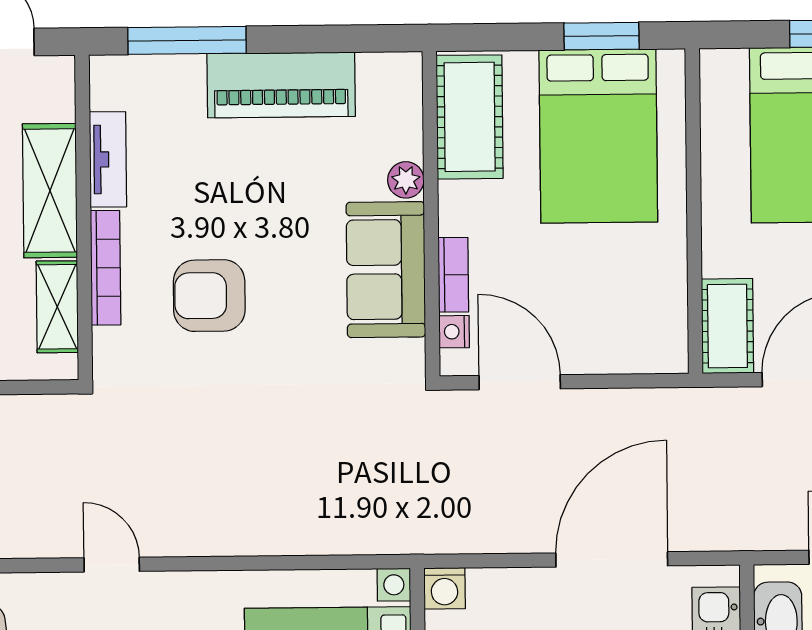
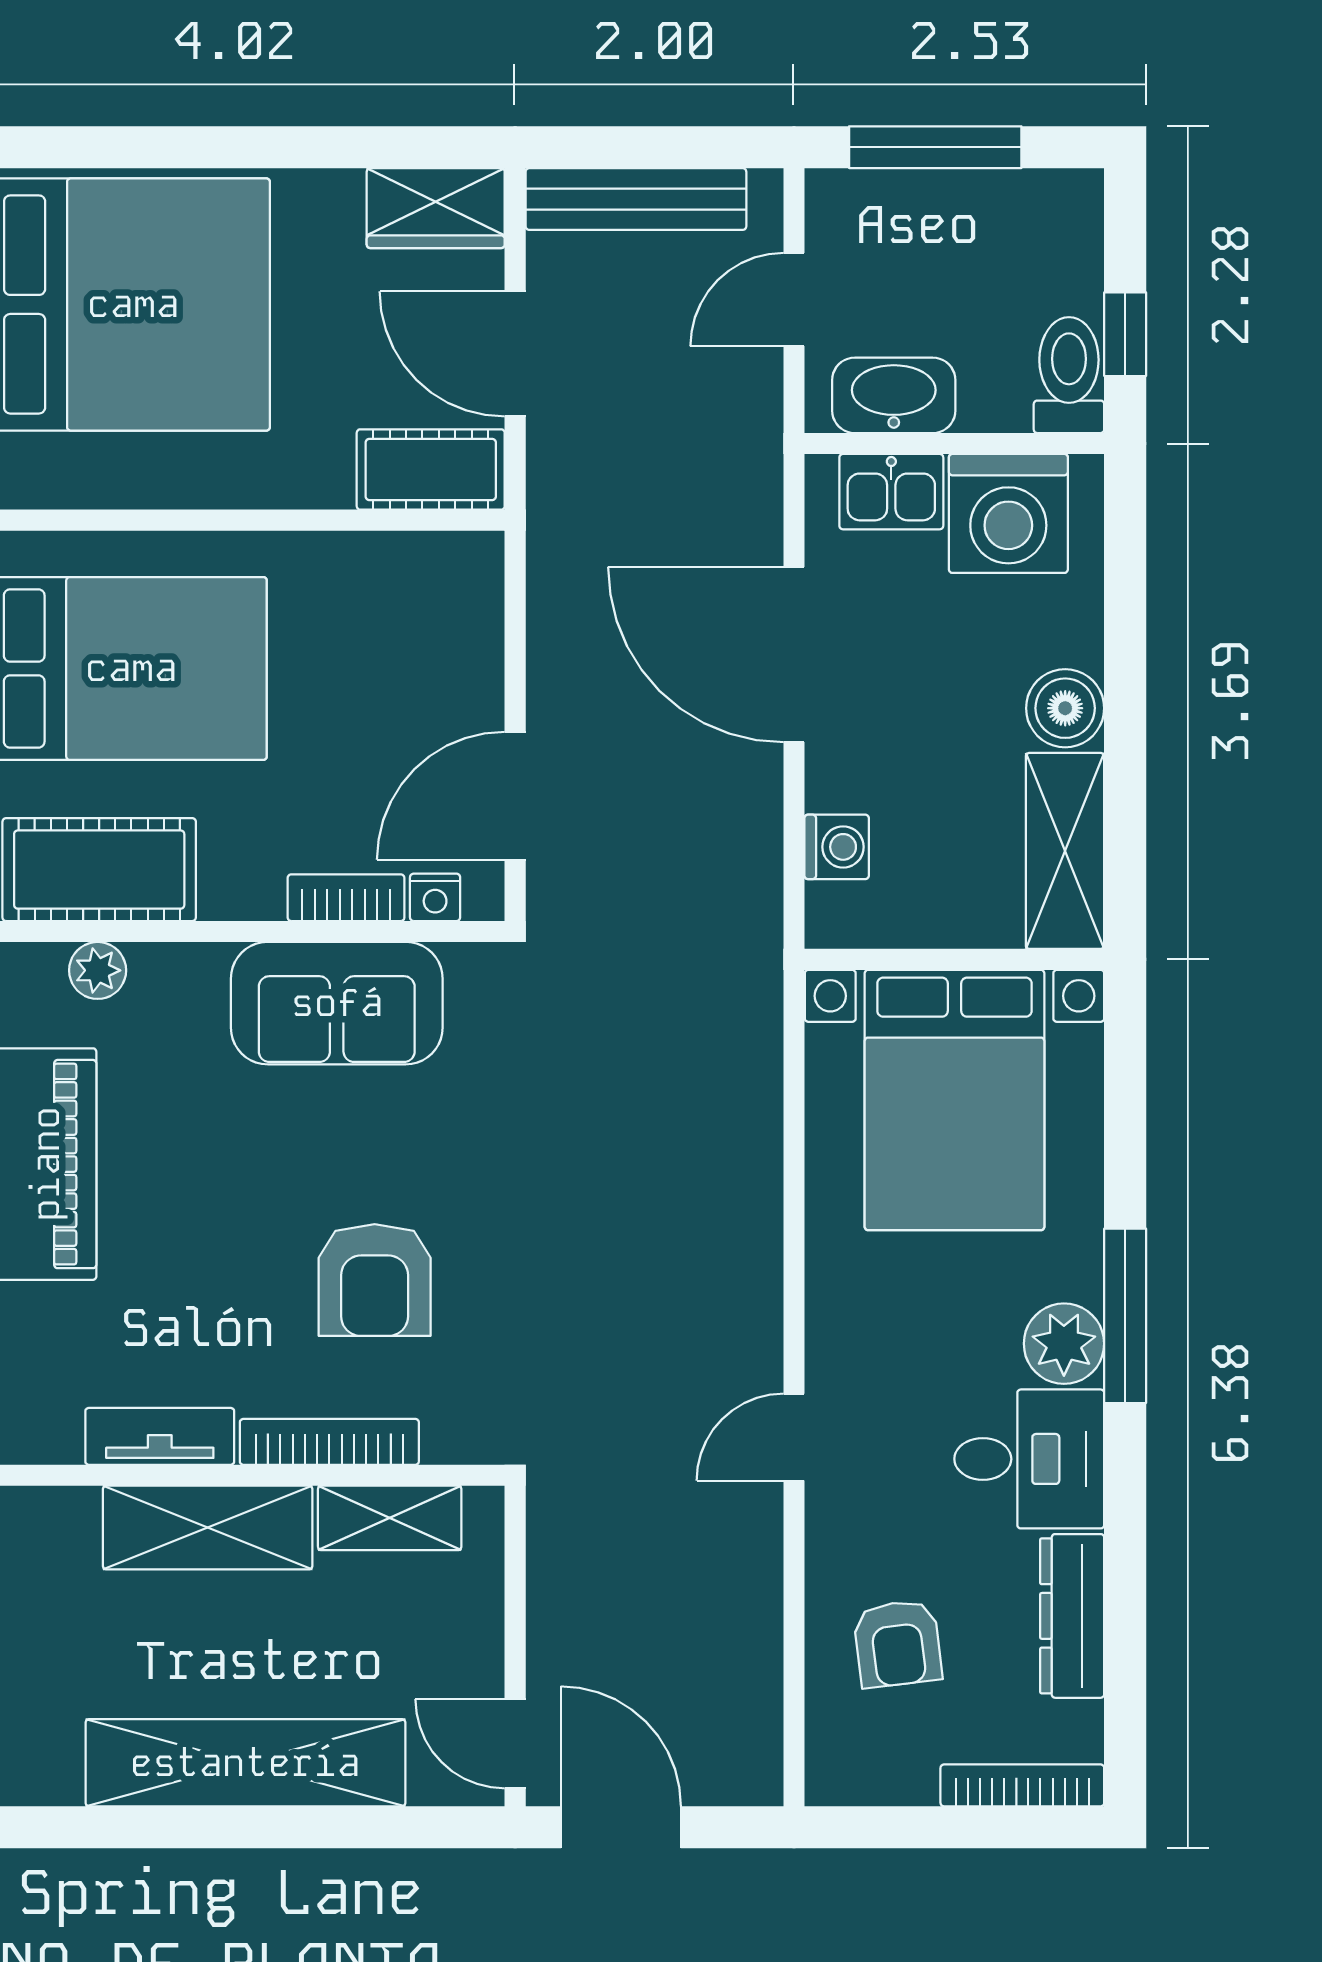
plant: (406, 180) -> (98, 970), moved
washing machine: (444, 588) -> (837, 847), moved

